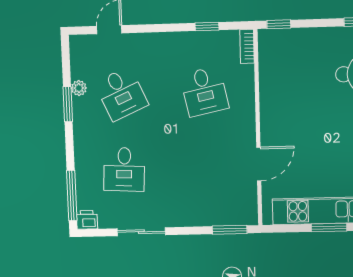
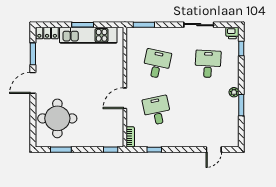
plant: (79, 88) -> (234, 92), moved
desk: (121, 94) -> (157, 64), moved, turned 36
door: (259, 164) -> (125, 98), moved
window: (72, 195) -> (241, 48), width x0.46

